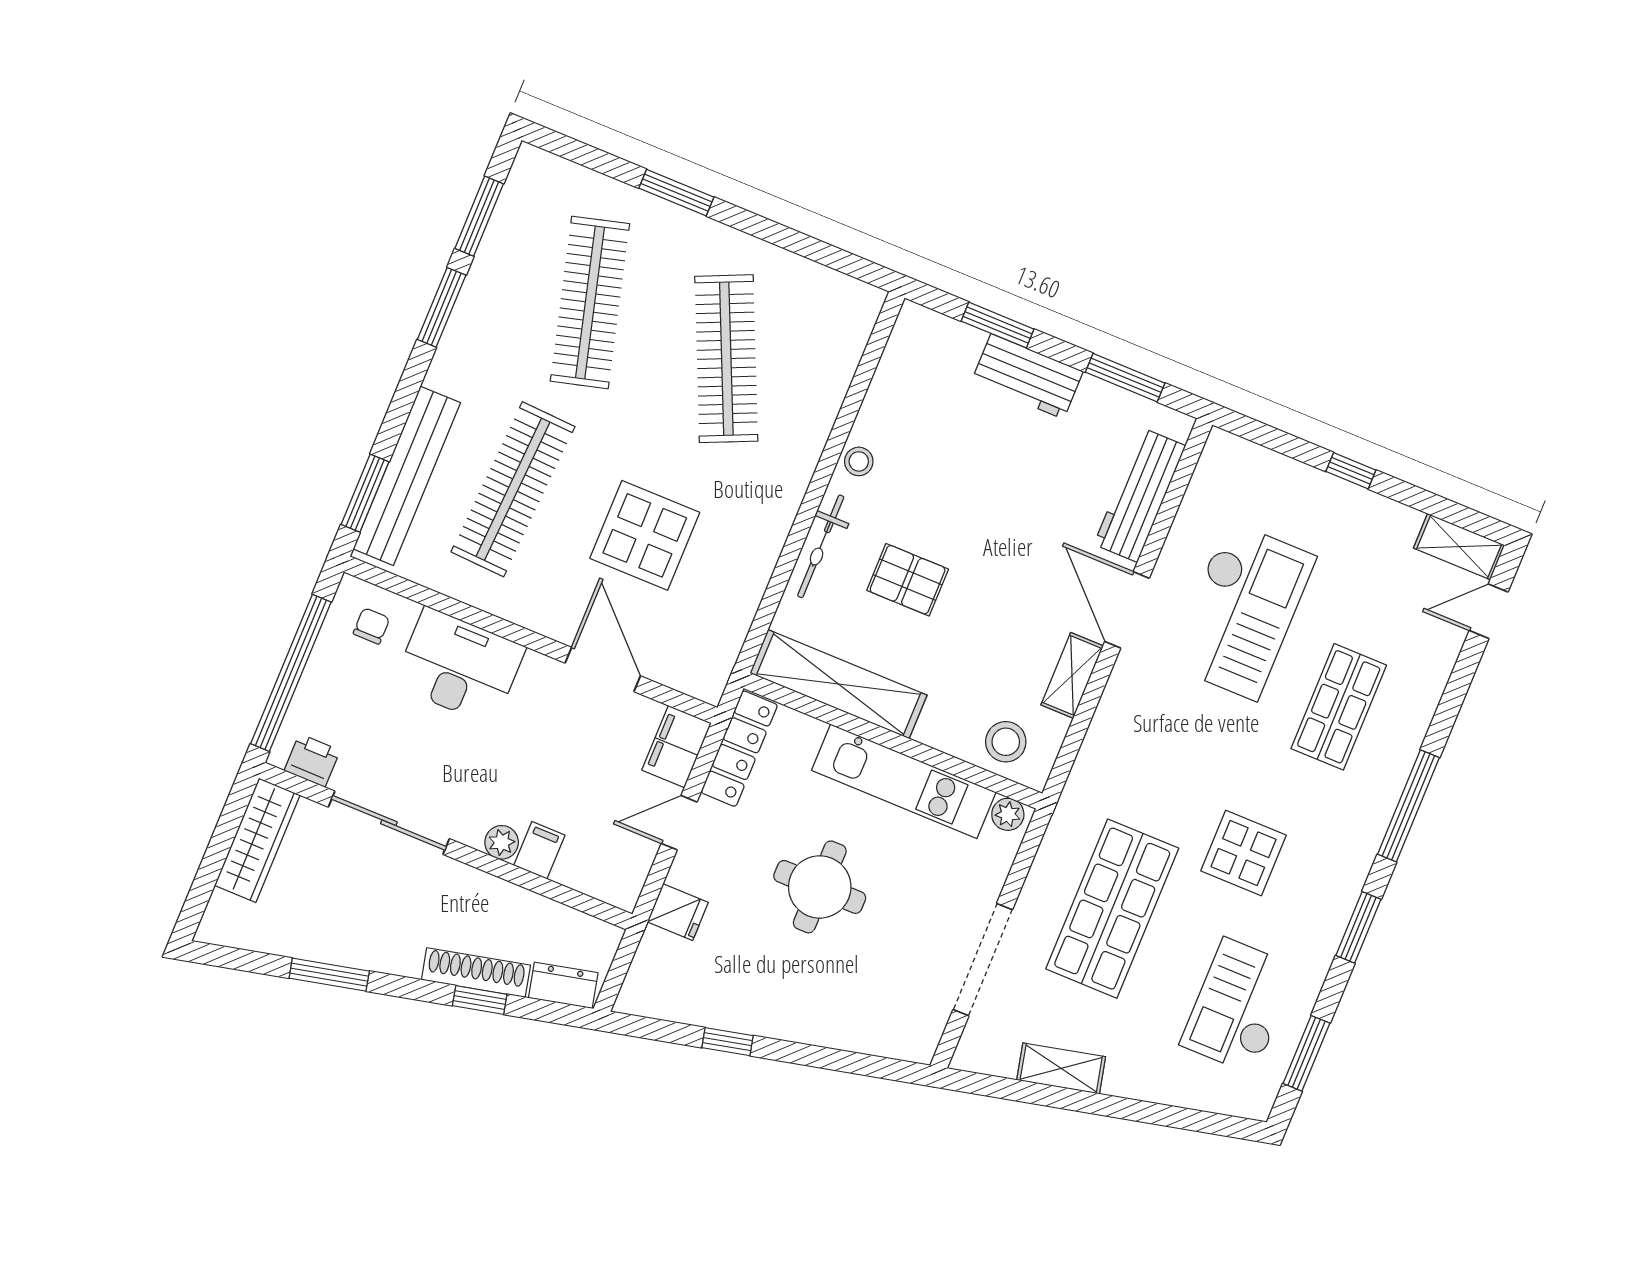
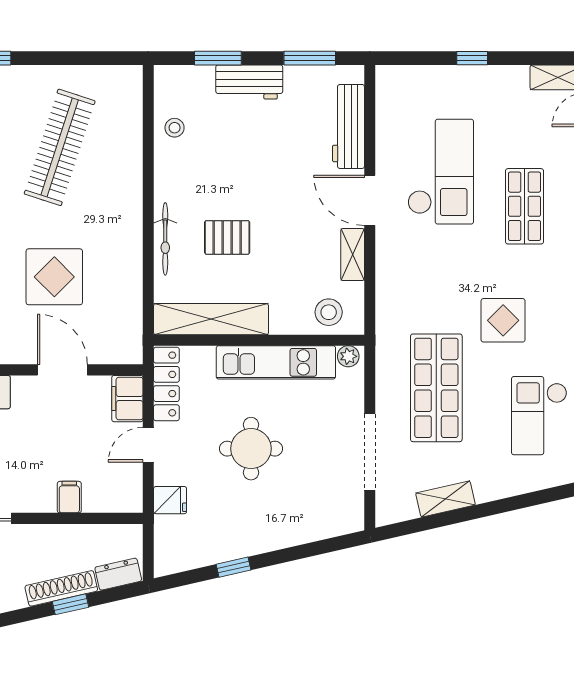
clothes rail: (726, 359) -> (60, 147), turned 42
stool: (859, 461) -> (175, 128), moved
plant: (502, 842) -> (44, 502), removed

